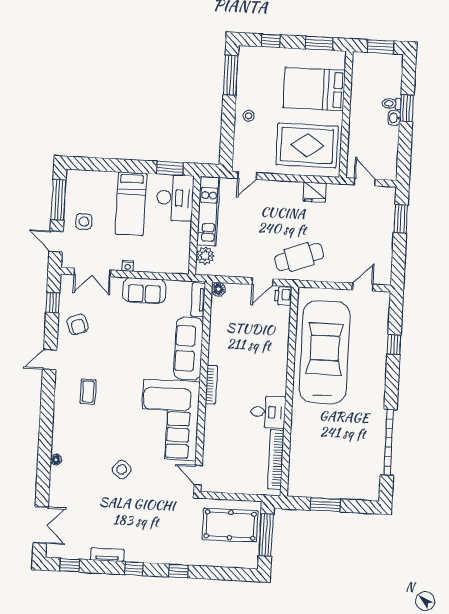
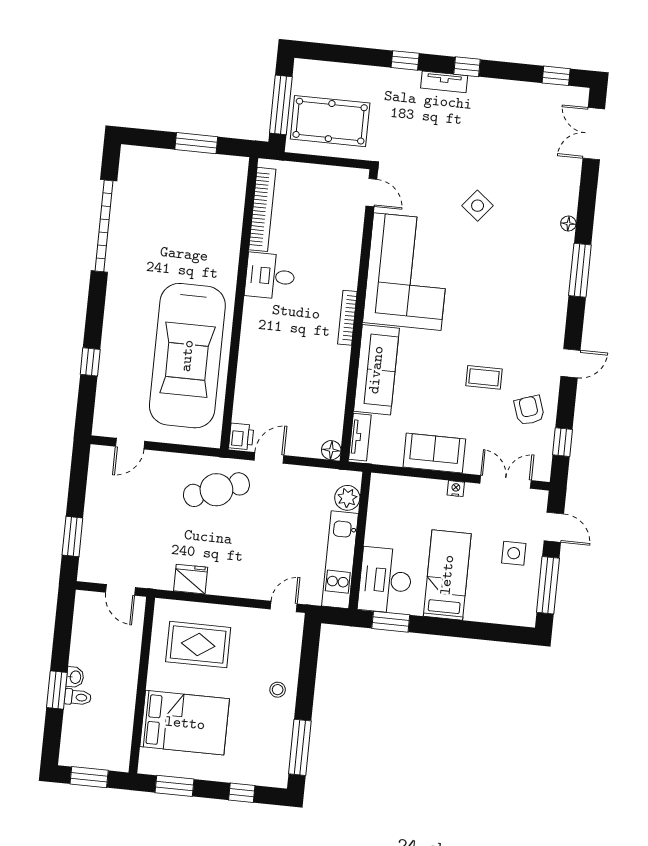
rug: (307, 145) -> (198, 645), width x0.73, depth x0.69
coffee table: (88, 392) -> (484, 377), moved, turned 90
window: (46, 427) -> (580, 270), added
tv unit: (107, 555) -> (444, 82), moved

